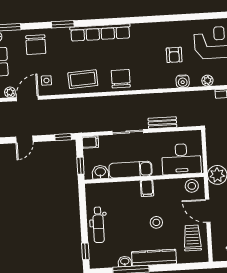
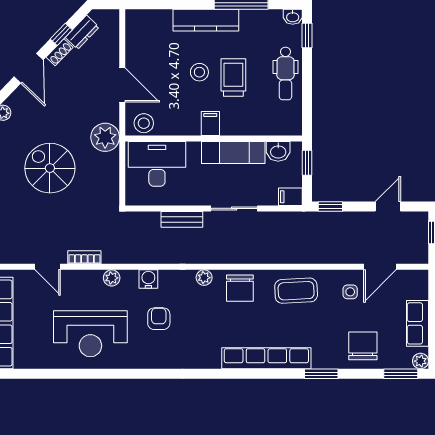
plant: (10, 92) -> (204, 278), moved
dental chair: (98, 225) -> (285, 74), turned 180
trolley: (192, 238) -> (233, 77), moved, turned 180
washbasin: (125, 262) -> (293, 17), moved

